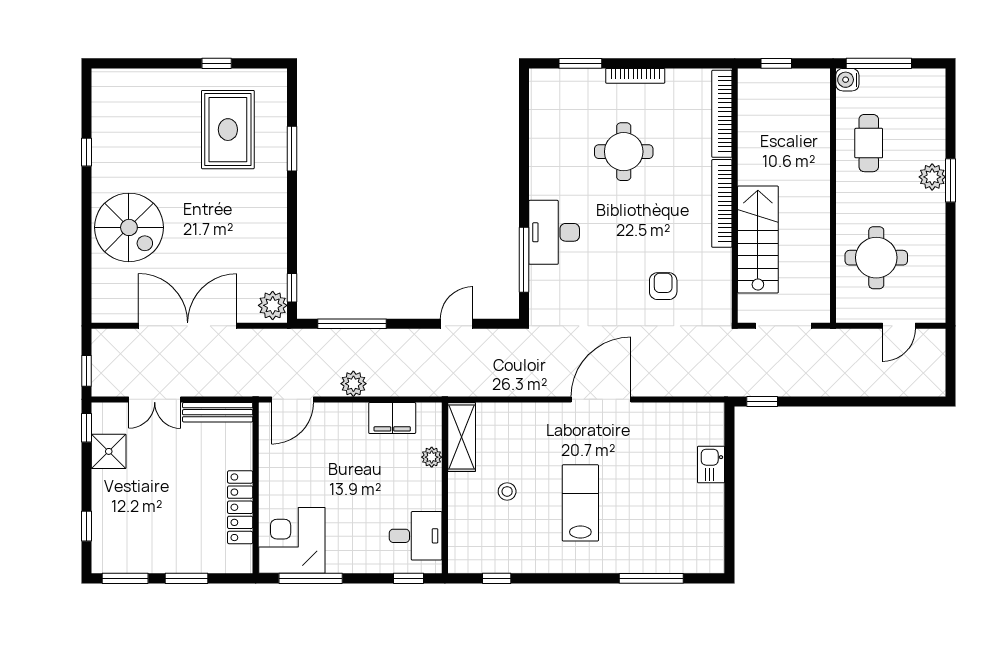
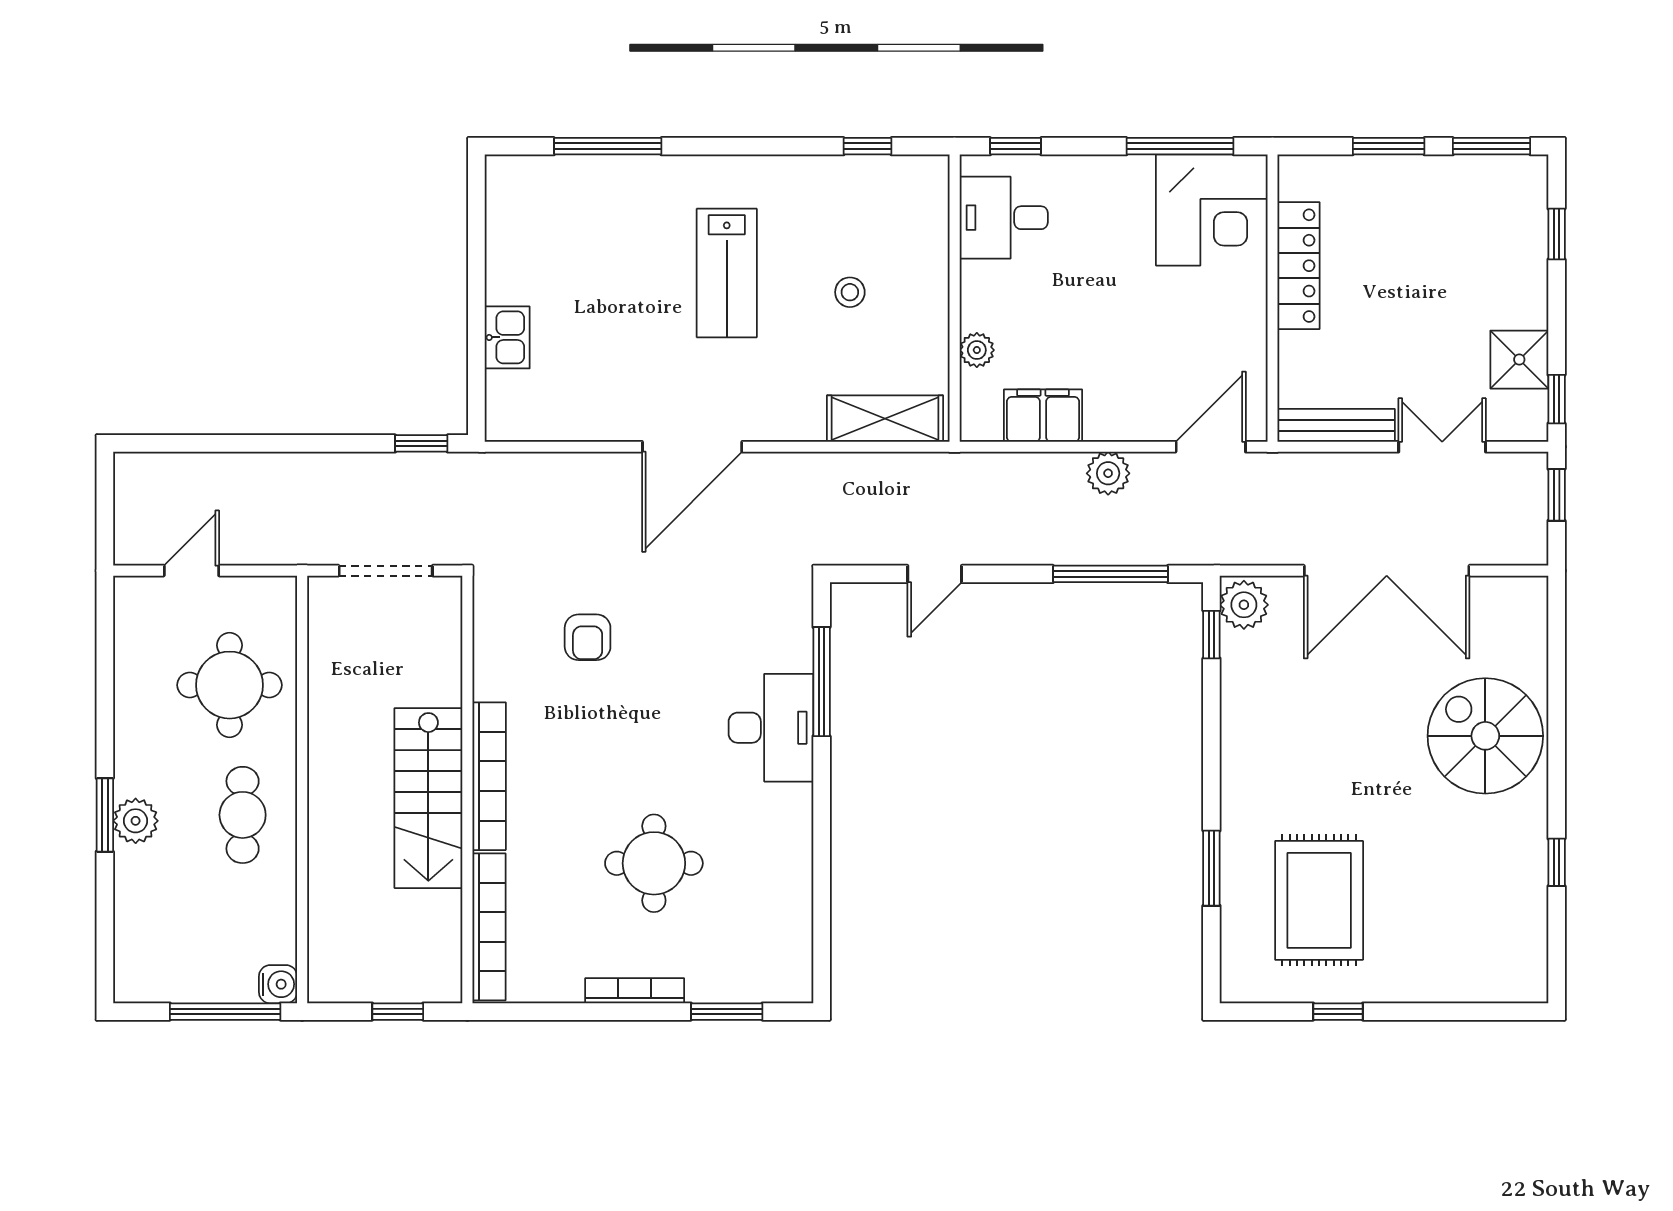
cafe table: (869, 143) -> (243, 815), moved
stairs: (758, 239) -> (428, 798), moved
shelving: (462, 437) -> (885, 419), moved, turned 90

